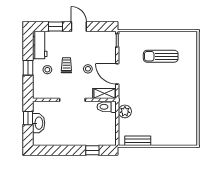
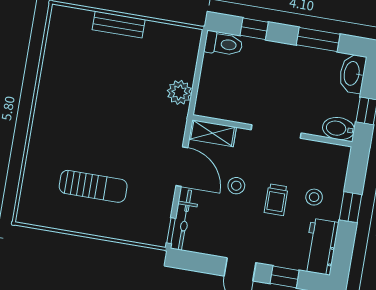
bicycle: (111, 47) -> (185, 220), added
bidet: (41, 107) -> (339, 129), added
toilet: (107, 107) -> (224, 44), moved
washbasin: (39, 123) -> (352, 74), moved
bench: (138, 141) -> (119, 25), moved
window: (59, 150) -> (318, 40), added

